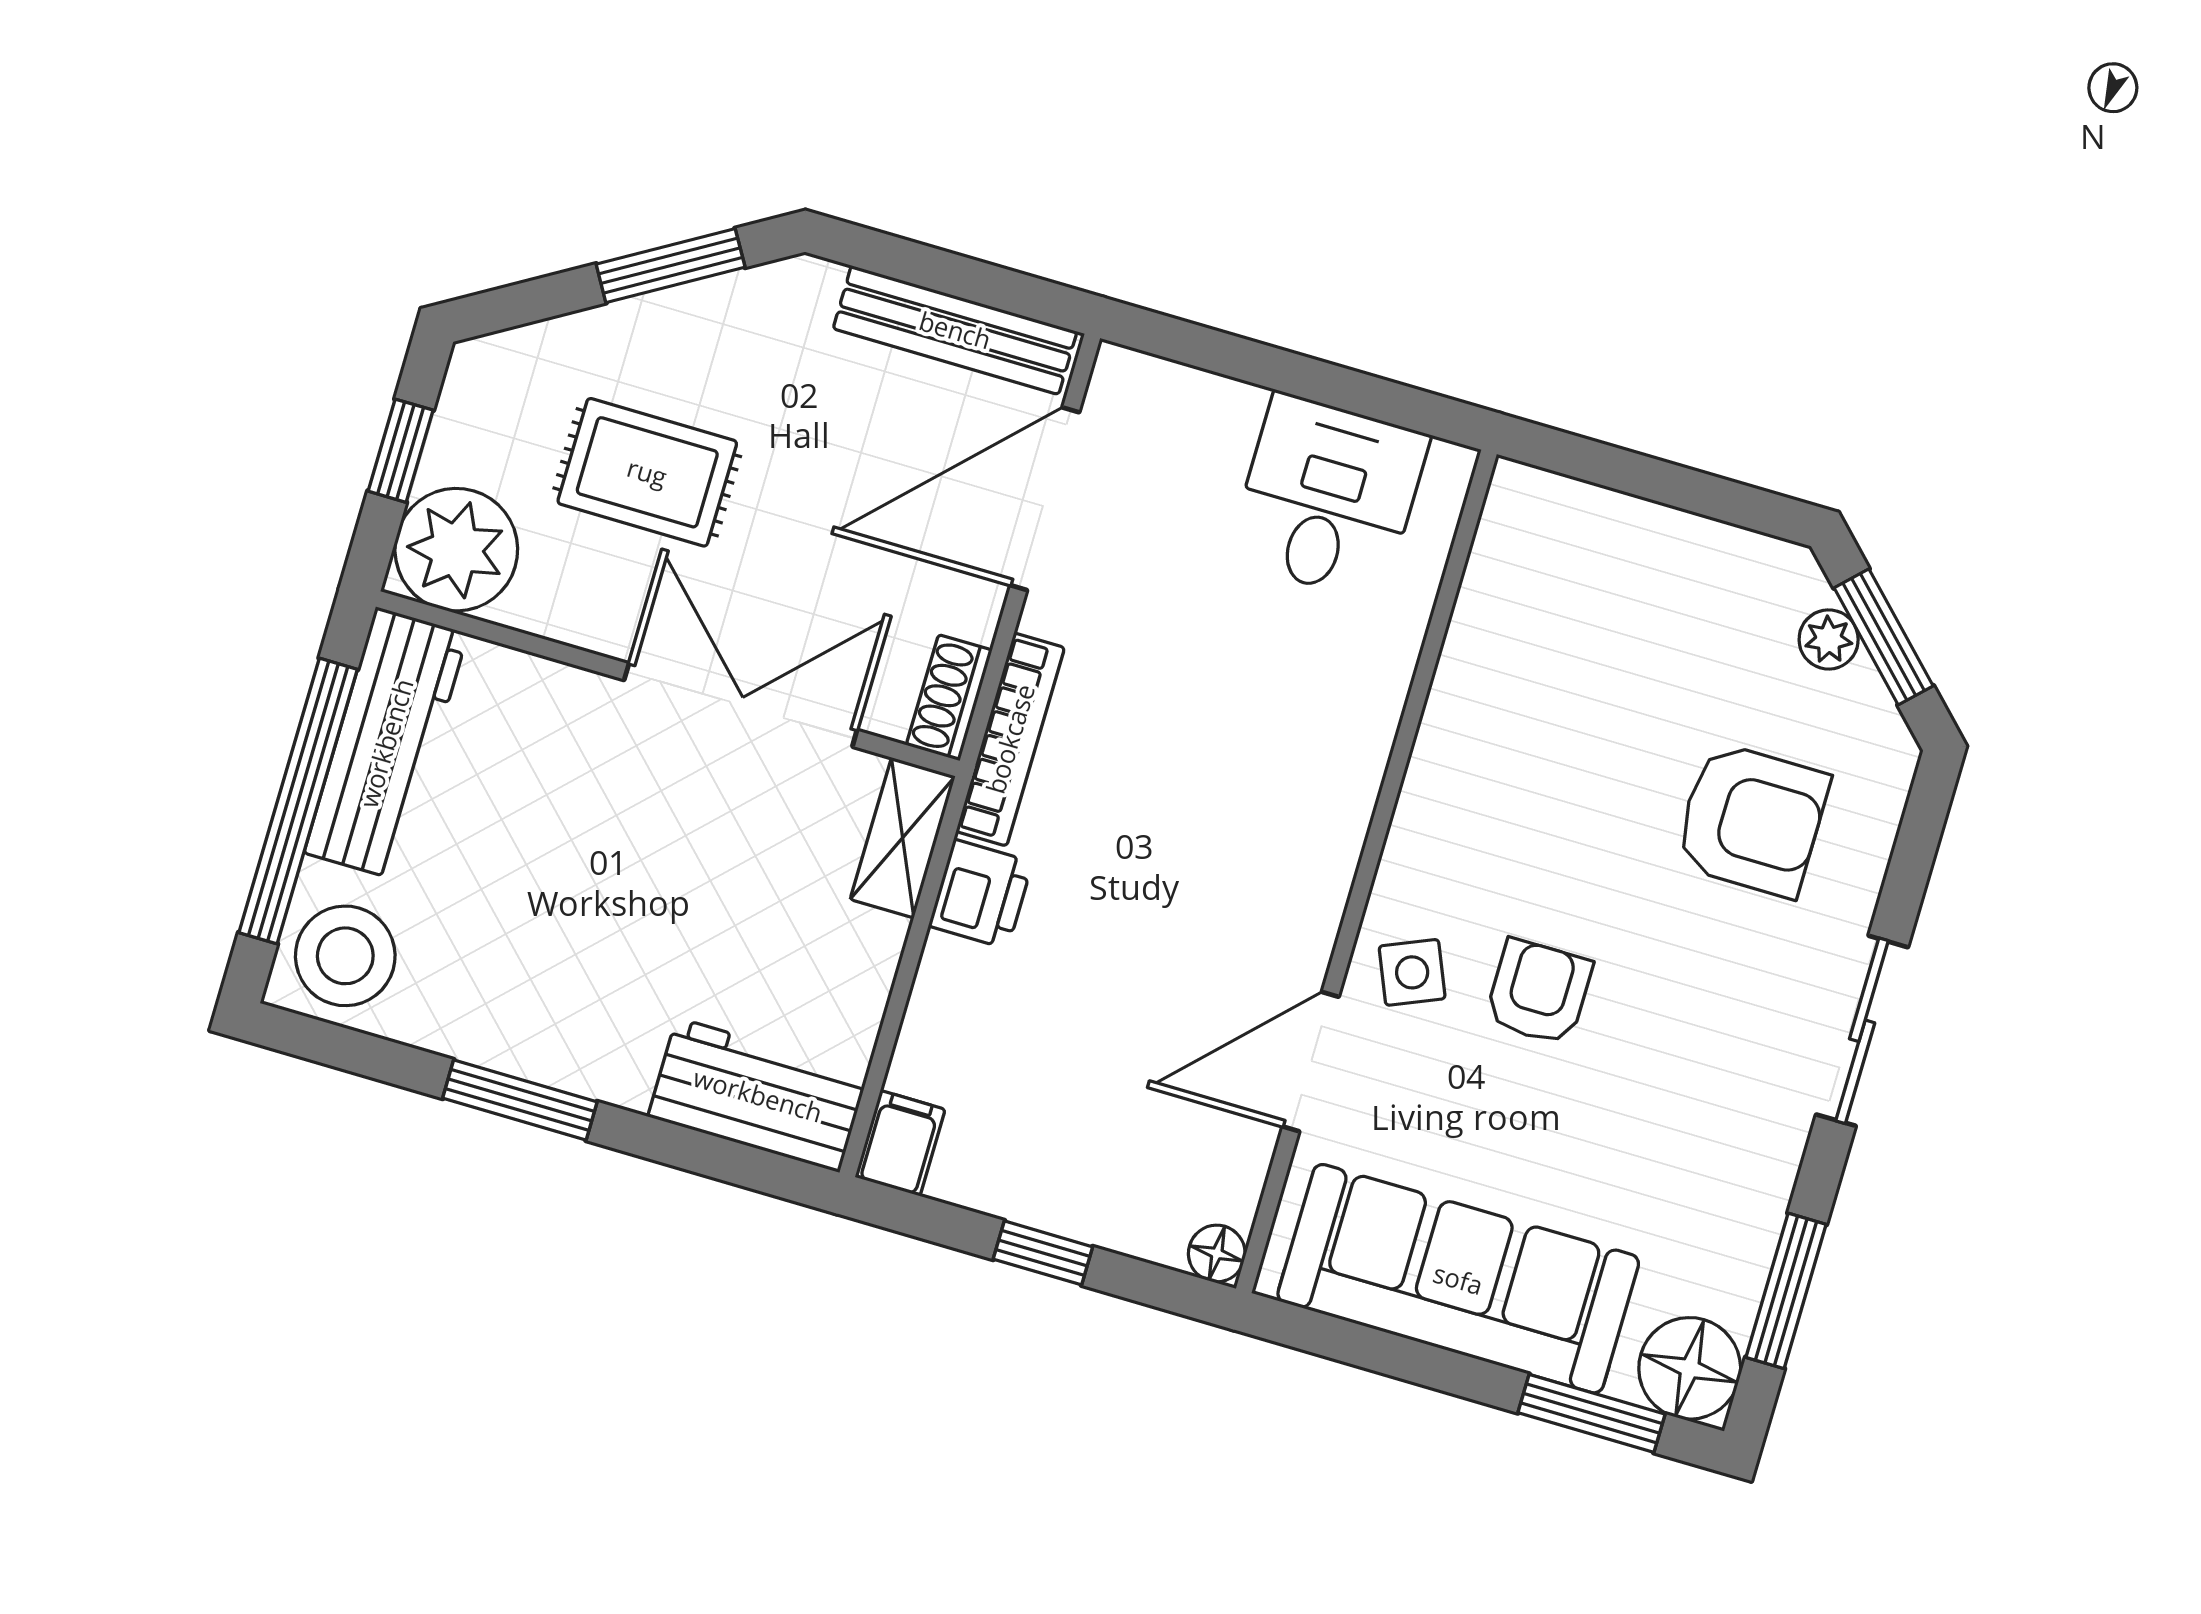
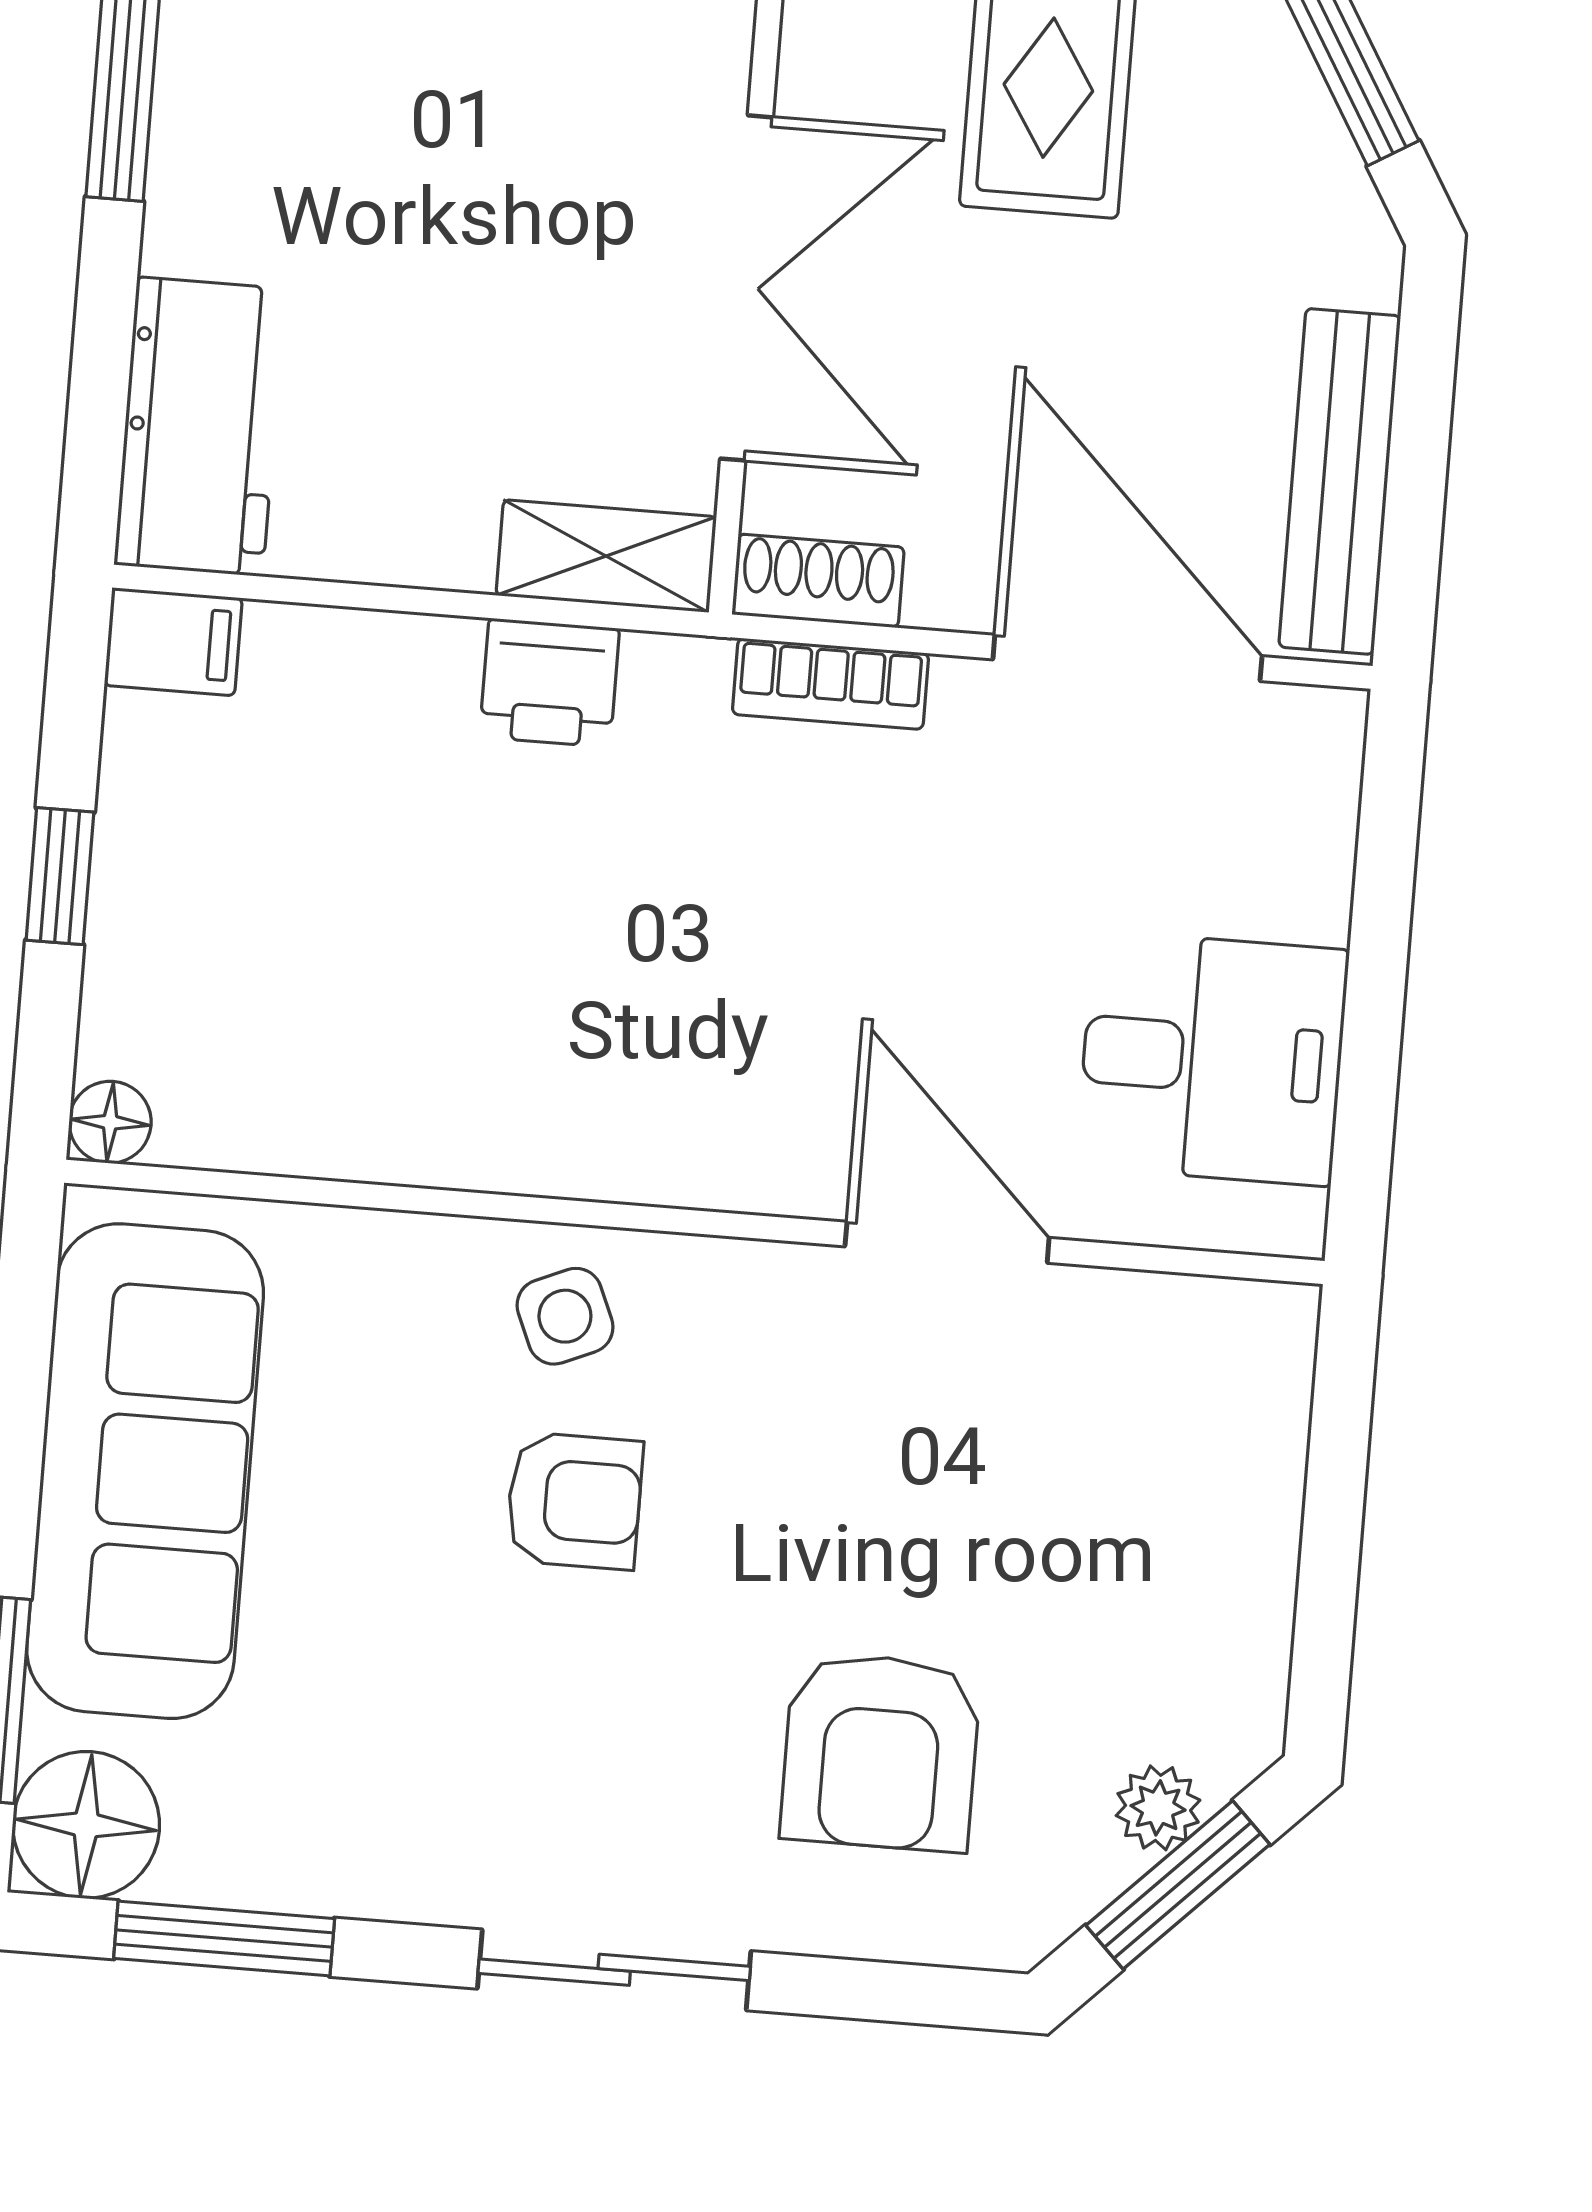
bookcase: (1010, 739) -> (830, 684), width x0.64
door: (1311, 1062) -> (947, 1242), moved

